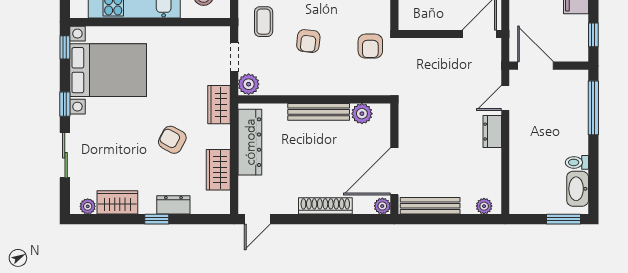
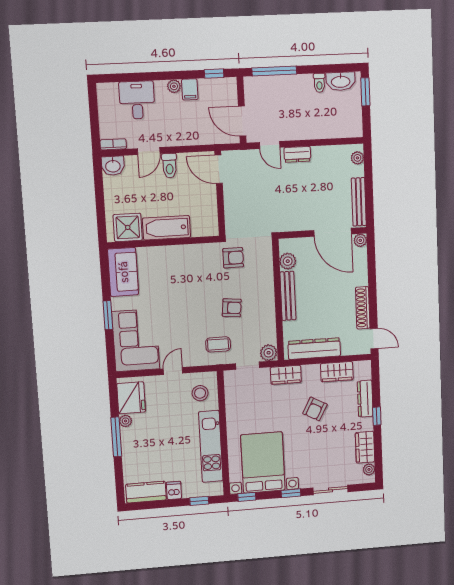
door: (536, 66) -> (242, 121), hinge flipped
dresser: (173, 205) -> (365, 399), width x1.44
shoe rack: (325, 206) -> (363, 308), moved

